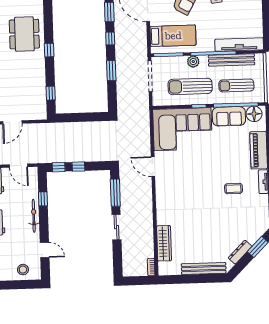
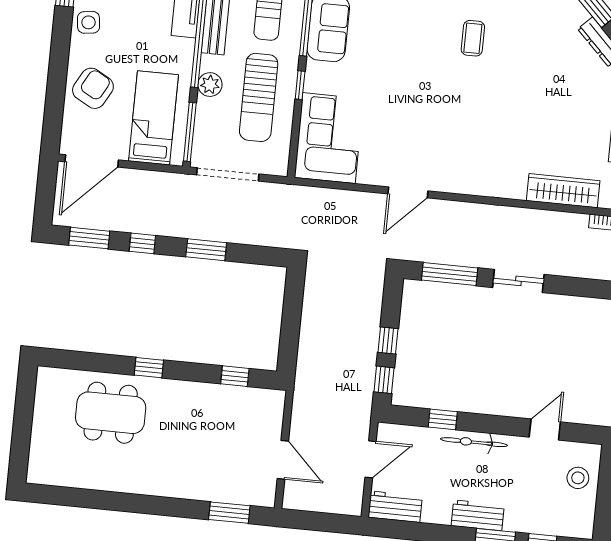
corner sofa: (183, 129) -> (329, 138), width x0.73, depth x0.74

